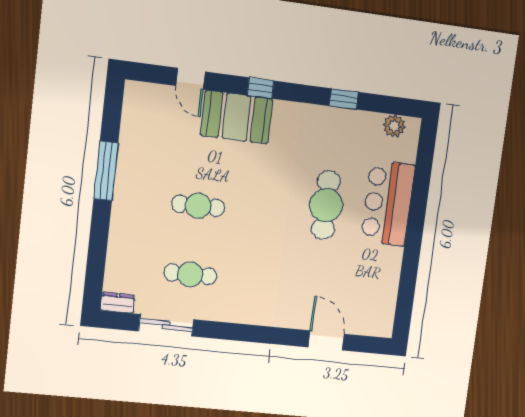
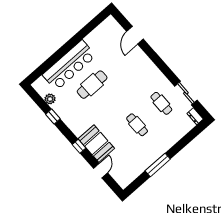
plant: (394, 126) -> (50, 99), moved
bar counter: (388, 203) -> (69, 65), width x1.36

